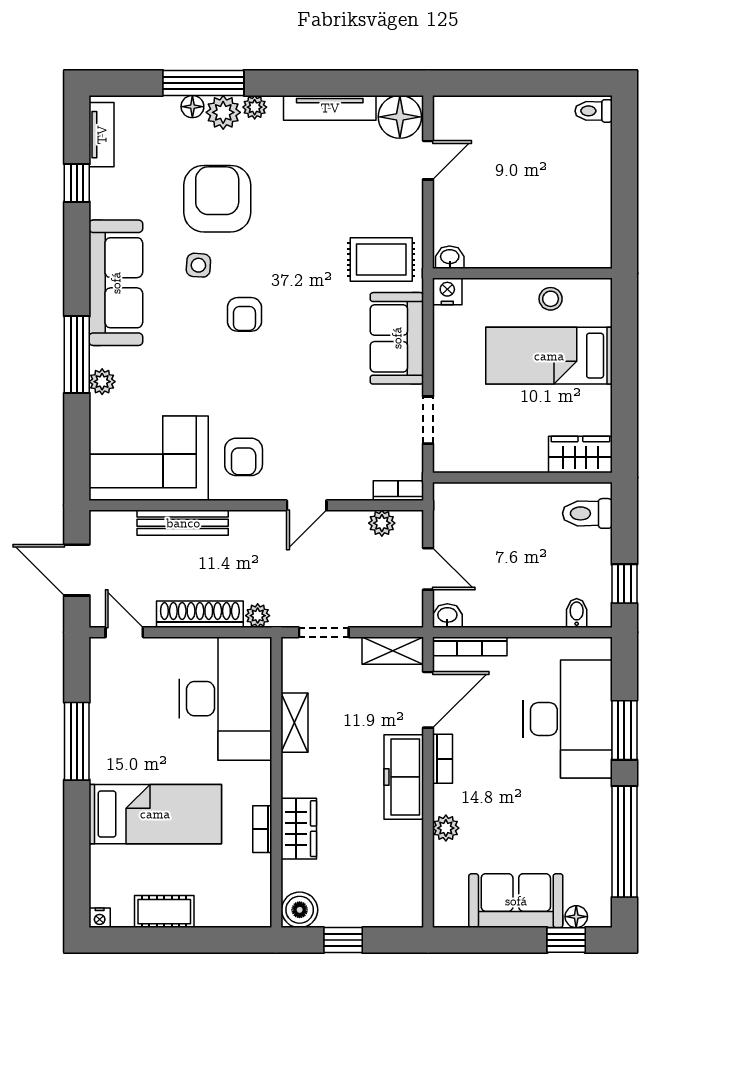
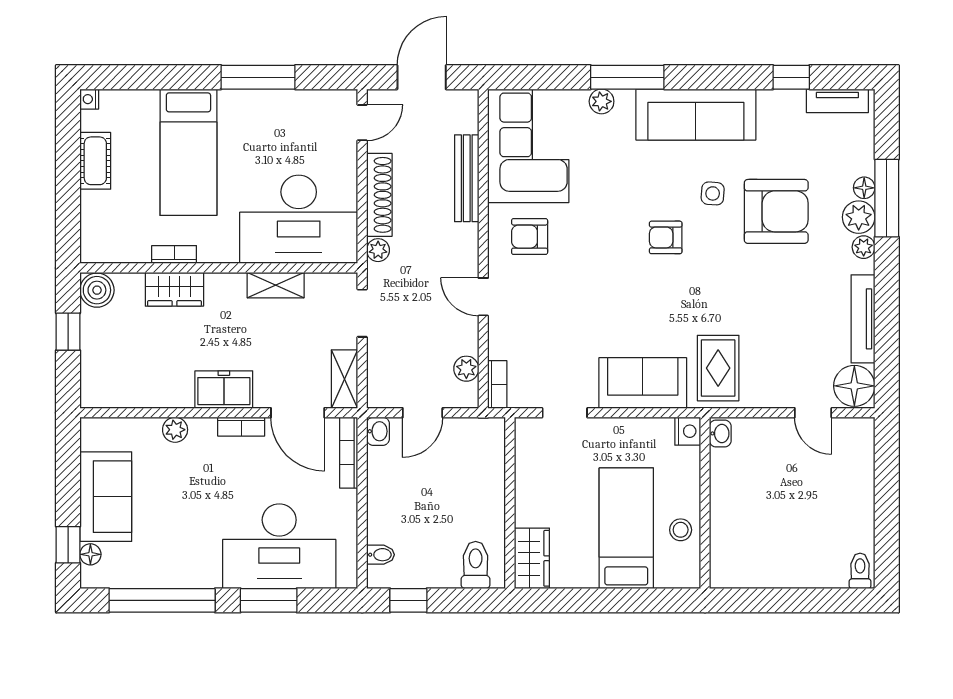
freezer: (404, 777) -> (224, 390), width x0.71

